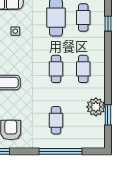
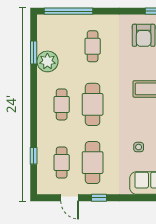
cafe table: (56, 69) -> (93, 104), width x1.37, depth x1.35
window: (61, 151) -> (69, 11), moved

